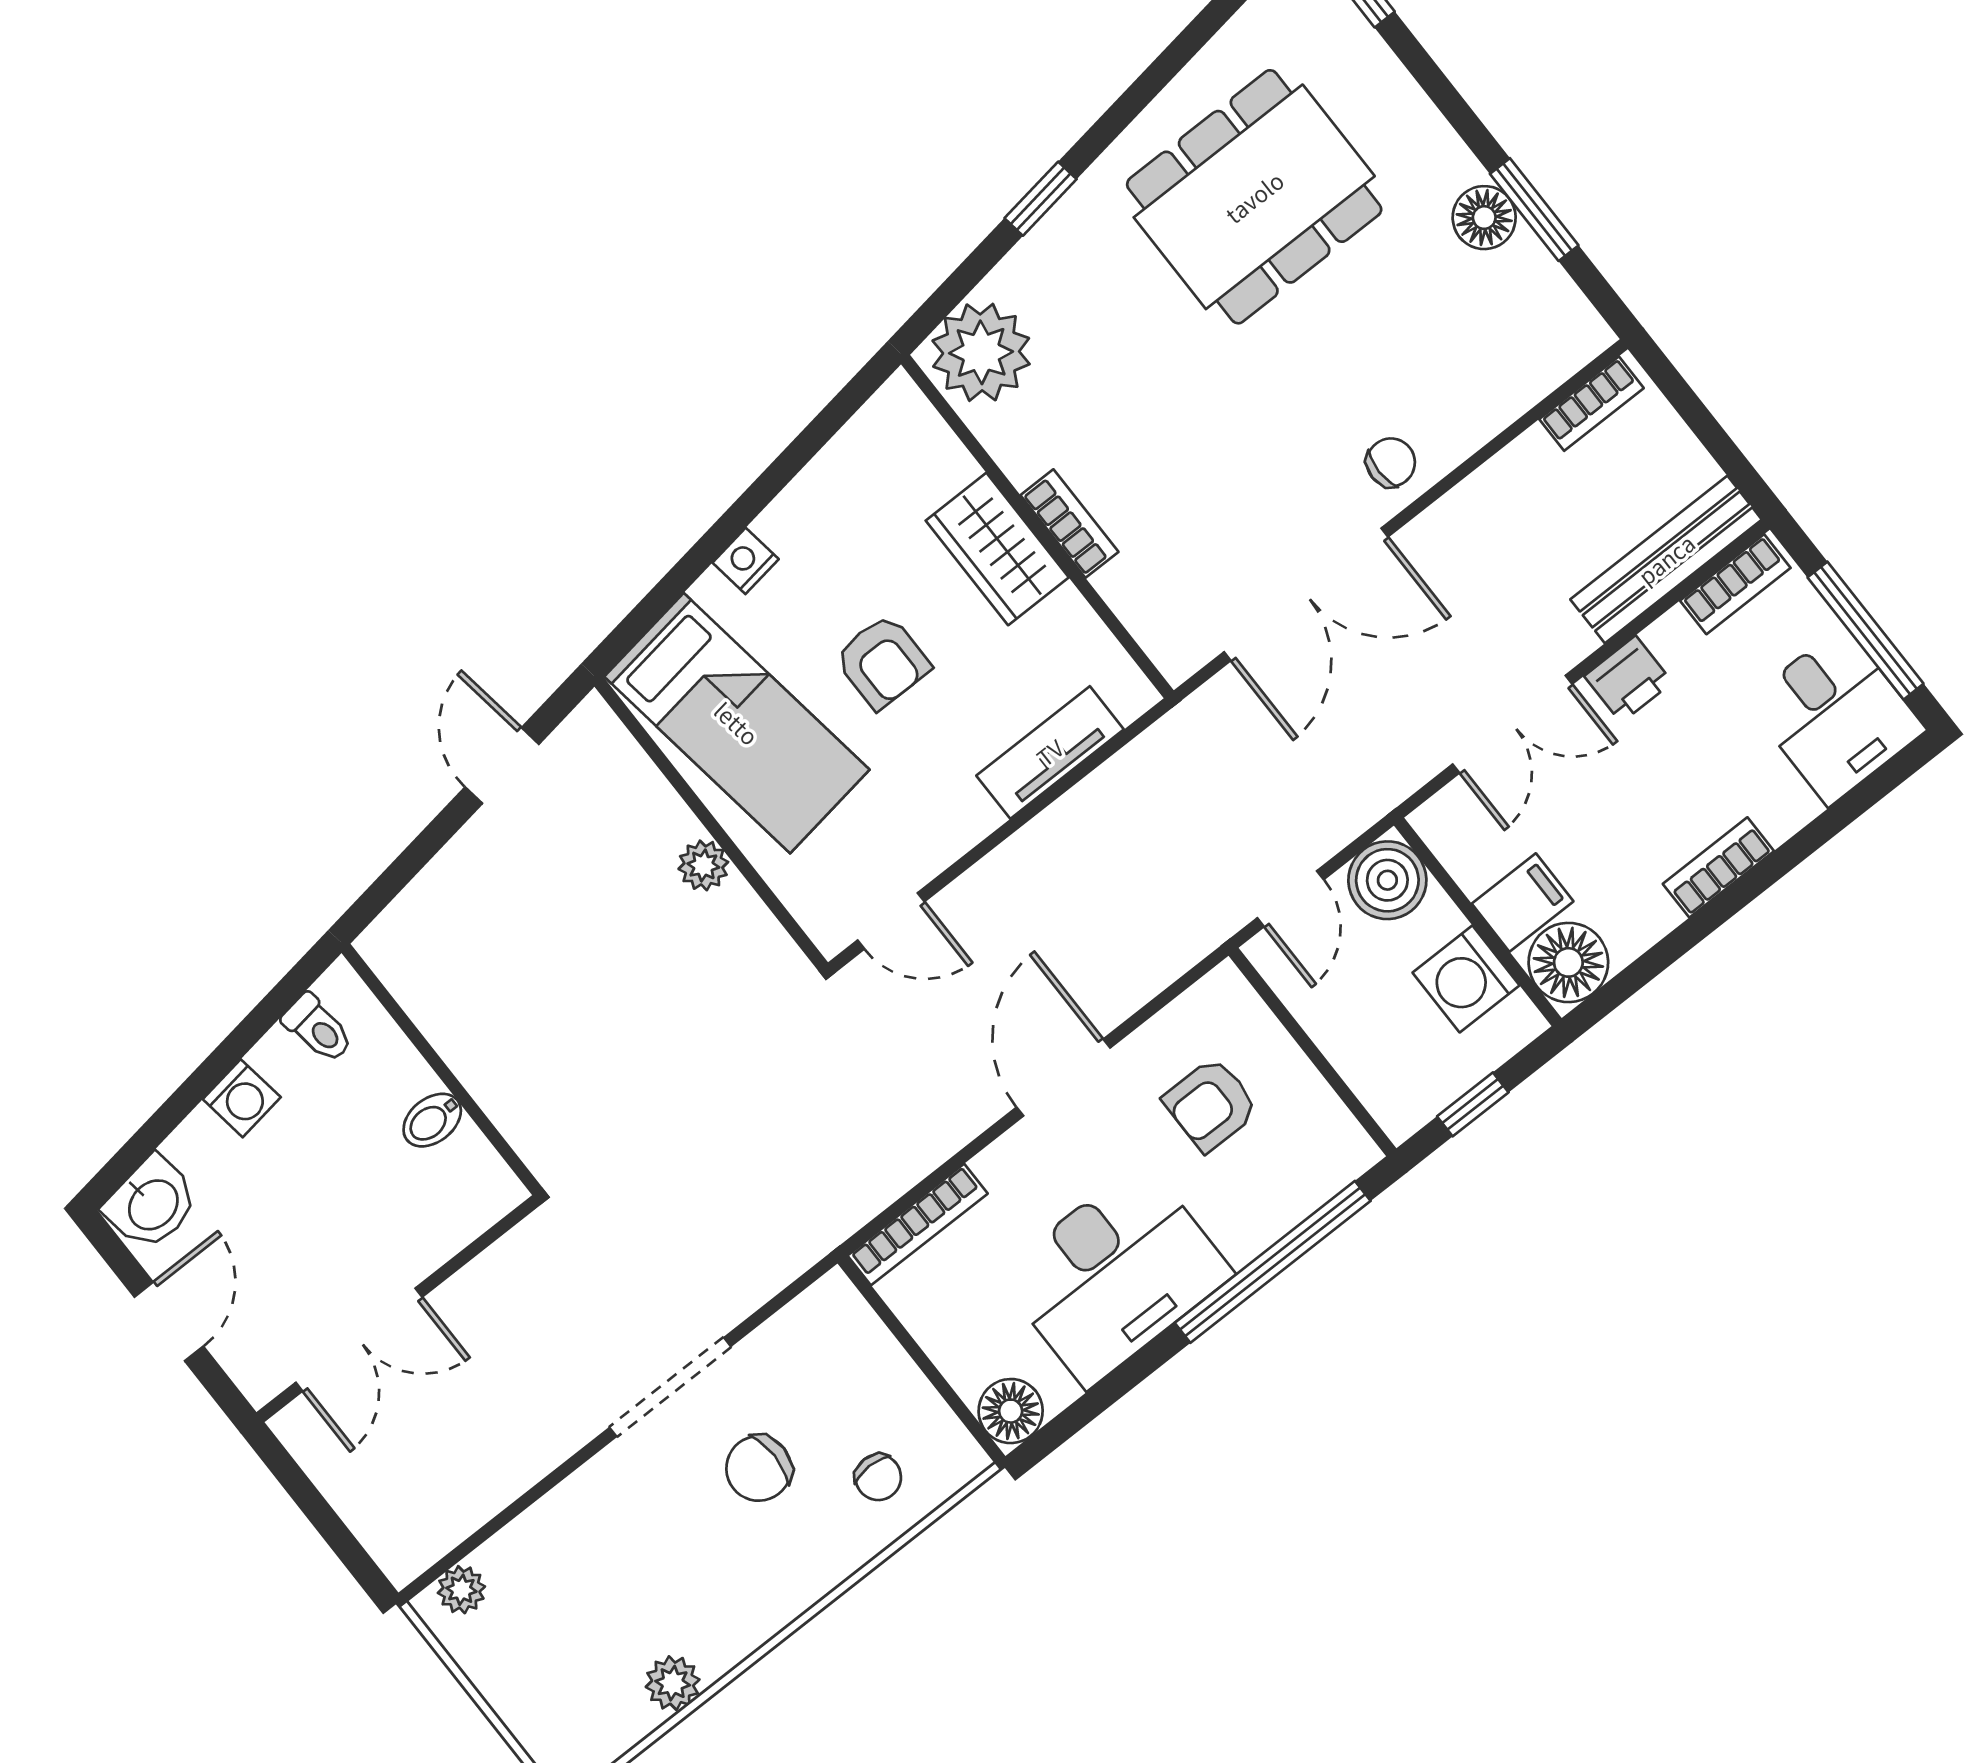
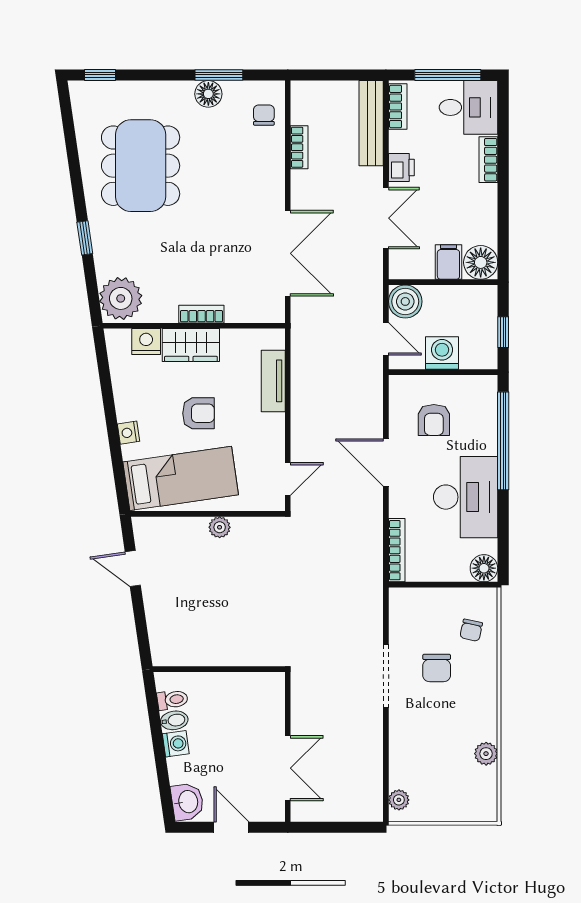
bookcase: (1591, 404) -> (299, 147), moved
nightstand: (939, 461) -> (146, 342), added
chair: (1391, 462) -> (264, 115), moved
bookcase: (1718, 867) -> (488, 160), moved
washing machine: (1466, 979) -> (442, 353), moved, turned 180
bidet: (432, 1120) -> (174, 720), moved, turned -98
chair: (878, 1477) -> (471, 630), turned 102

